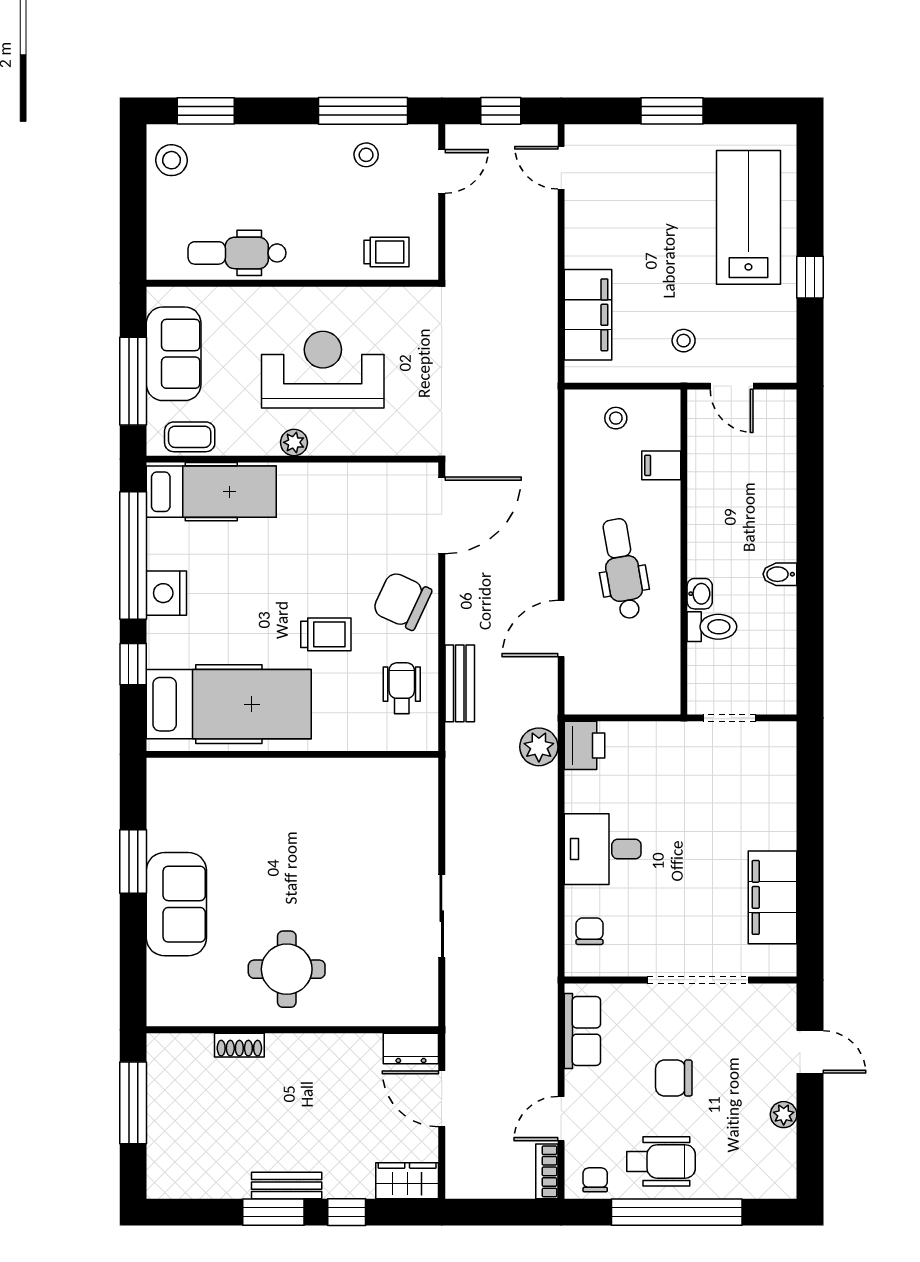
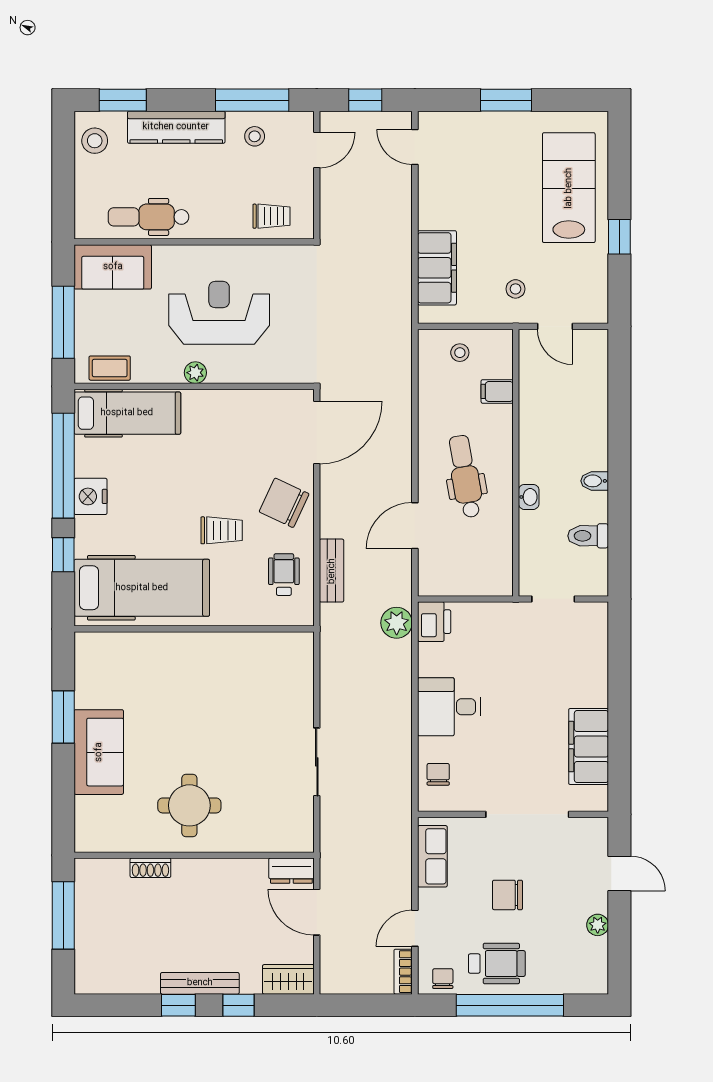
kitchen counter: (271, 144) -> (176, 127), added
sofa: (174, 354) -> (113, 267), moved, turned 90
toilet: (712, 627) -> (588, 536), moved, turned 180
bench: (287, 1186) -> (200, 983), width x1.36
window: (273, 1212) -> (178, 1005), width x0.67

